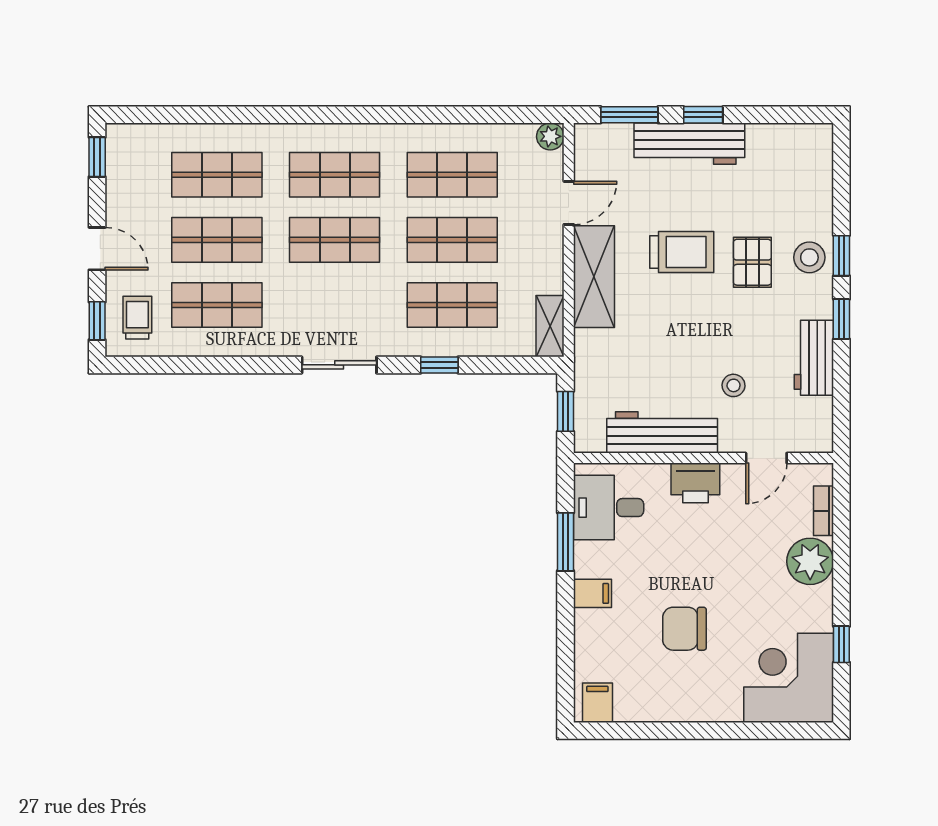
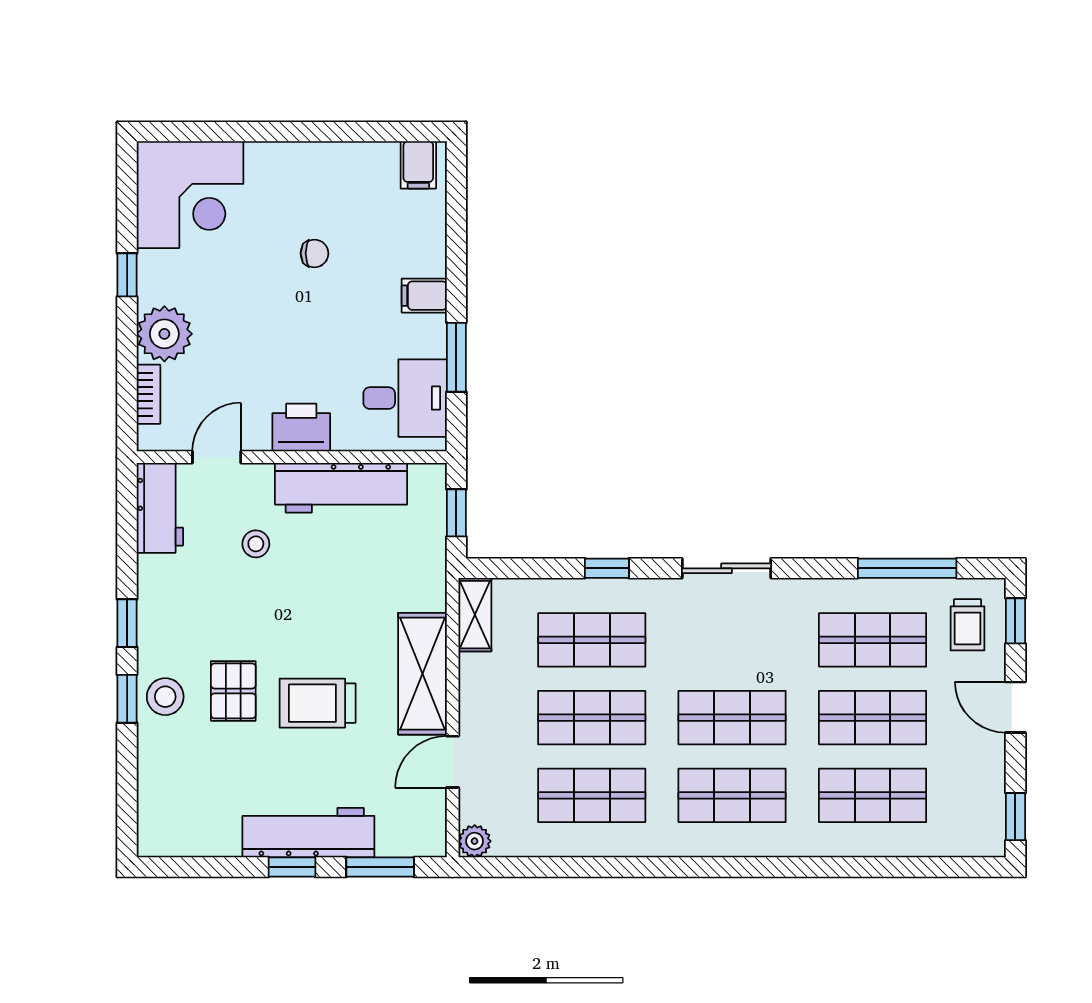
workbench: (814, 358) -> (160, 508), moved
window: (188, 365) -> (907, 568), added
chair: (684, 629) -> (314, 253), width x0.54, depth x0.54
window: (841, 644) -> (127, 275), moved

